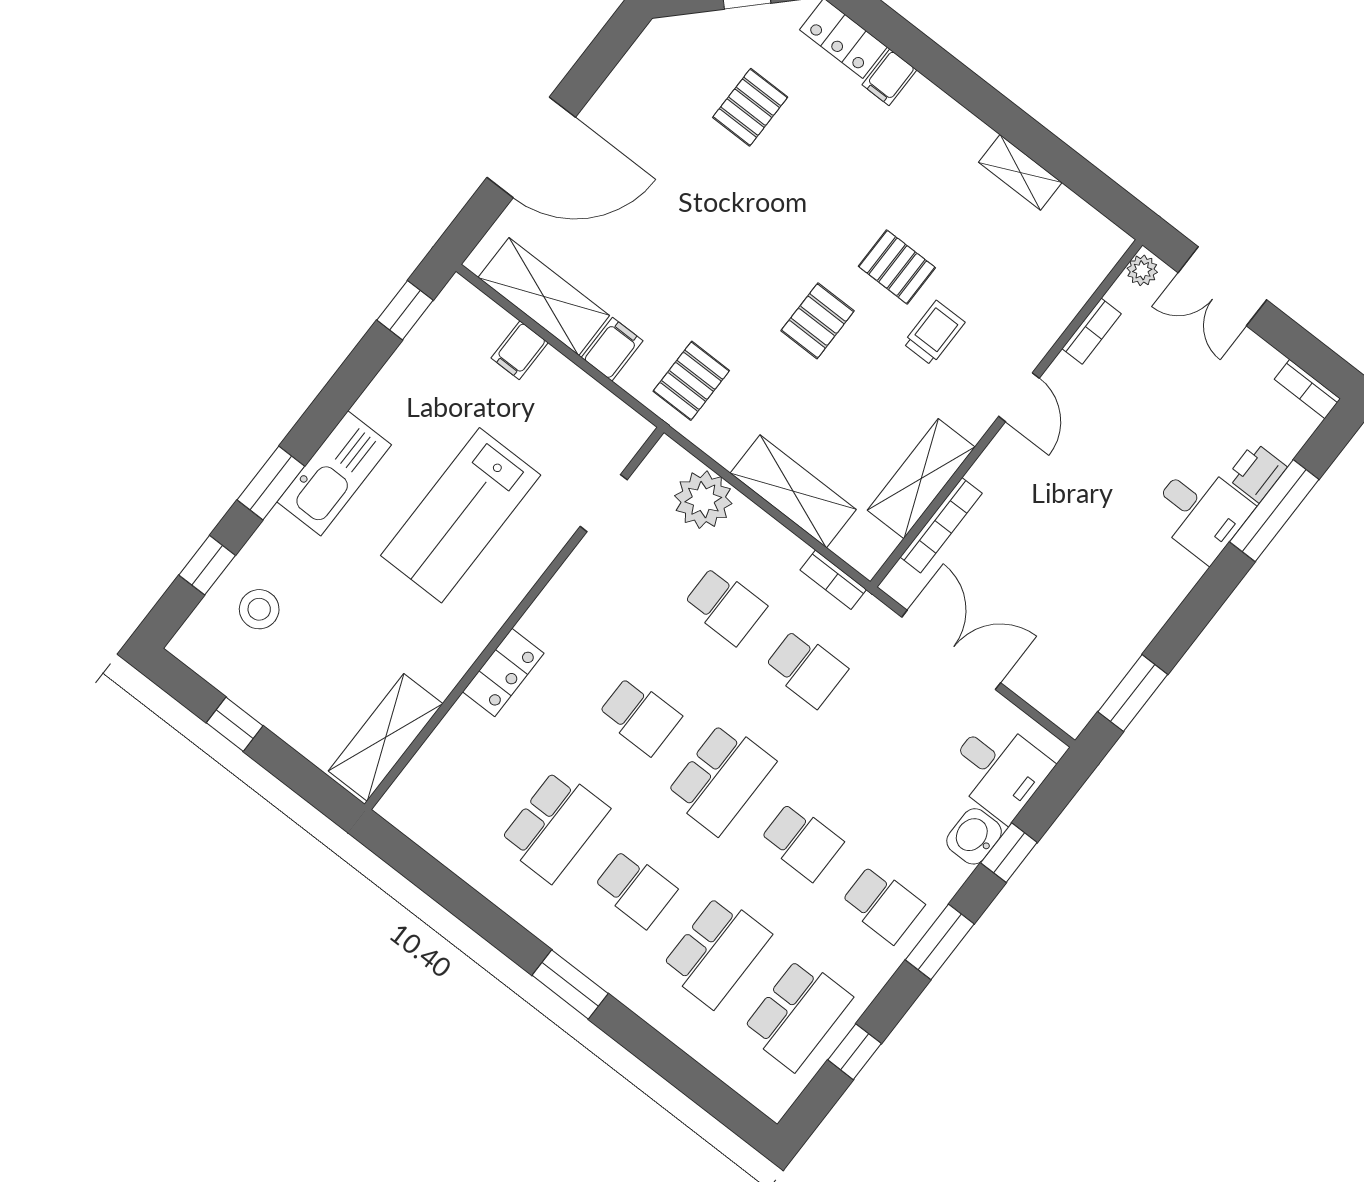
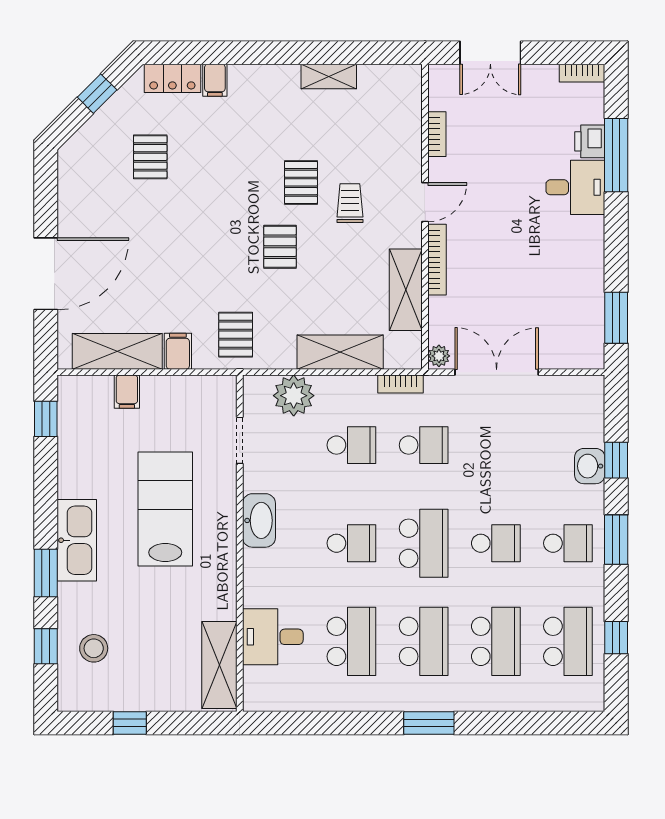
pallet: (897, 267) -> (301, 182), turned 90
plant: (1142, 270) -> (439, 356), moved
door: (1019, 397) -> (425, 202), hinge flipped
lab bench: (461, 515) -> (165, 509), turned 180
bookcase: (941, 525) -> (437, 260), moved
washbasin: (556, 610) -> (259, 520), added
locker: (503, 672) -> (257, 578), removed
desk: (999, 769) -> (273, 637), moved, turned 180
school desk: (635, 889) -> (424, 641), width x1.85

